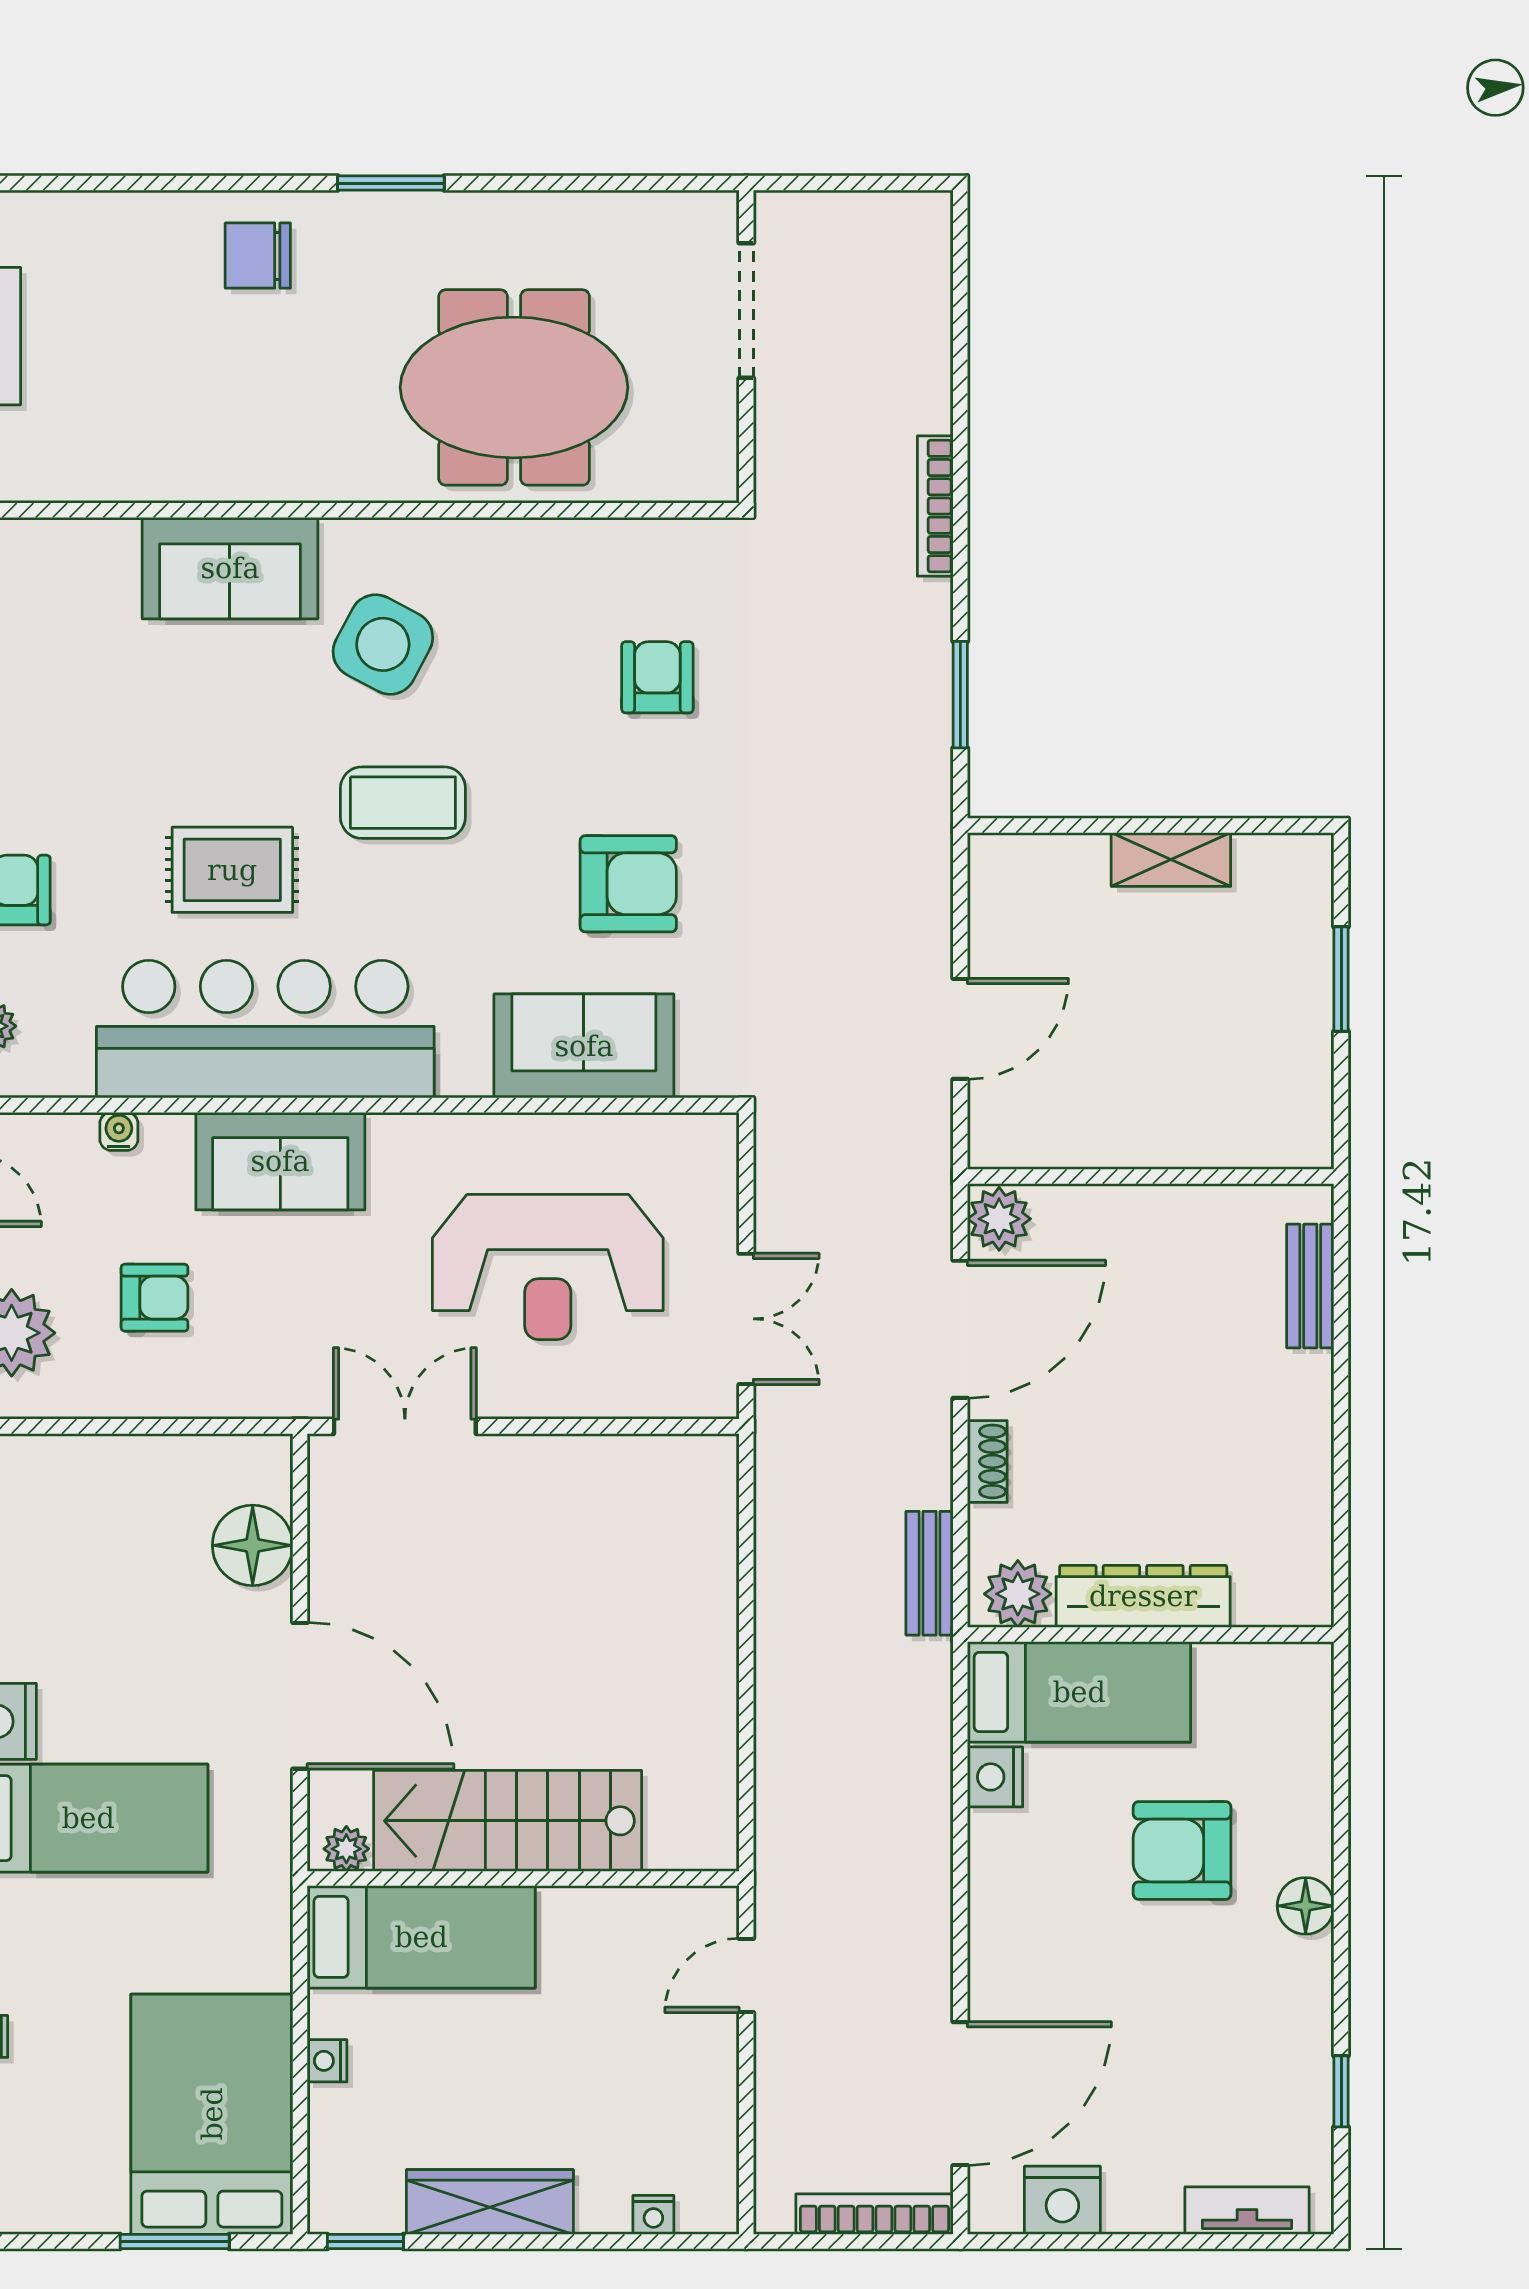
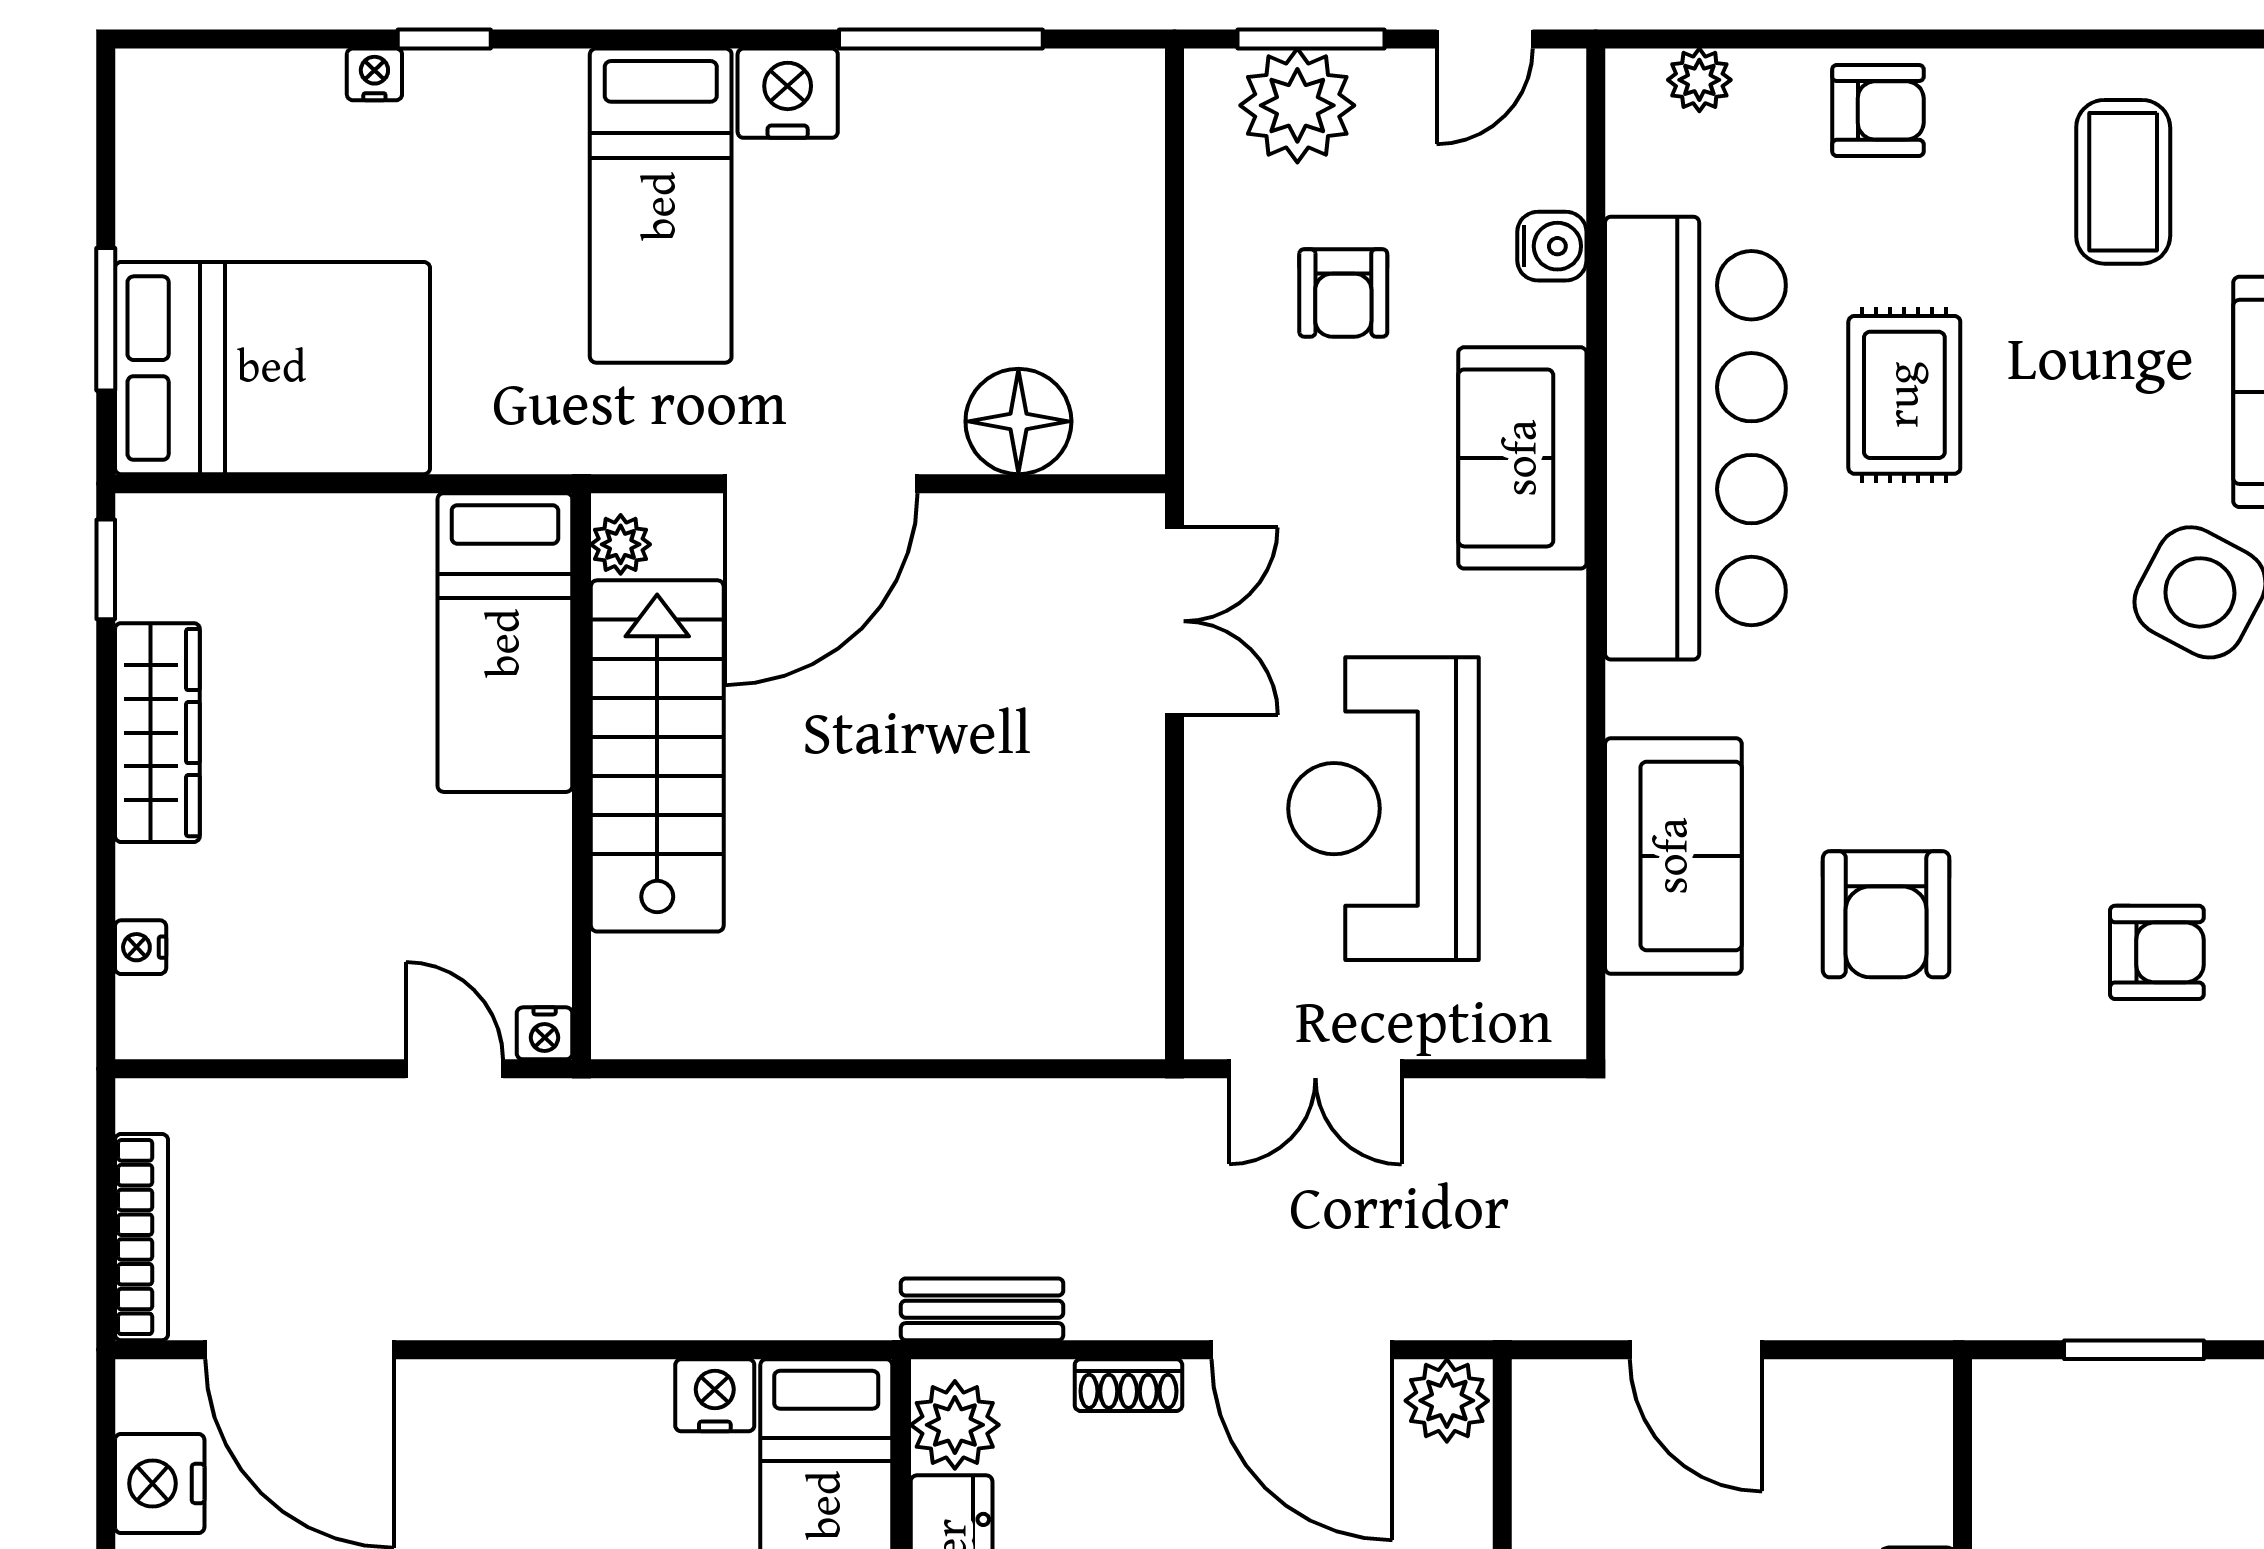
coffee table: (403, 803) -> (2123, 182), moved
water cooler: (119, 1131) -> (1552, 246), width x1.38, depth x1.38
nightstand: (327, 2061) -> (545, 1033), moved, turned 180

